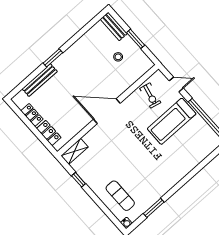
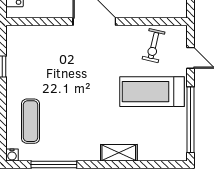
shelving: (75, 151) -> (119, 153), moved
window: (154, 208) -> (54, 164), width x1.44

